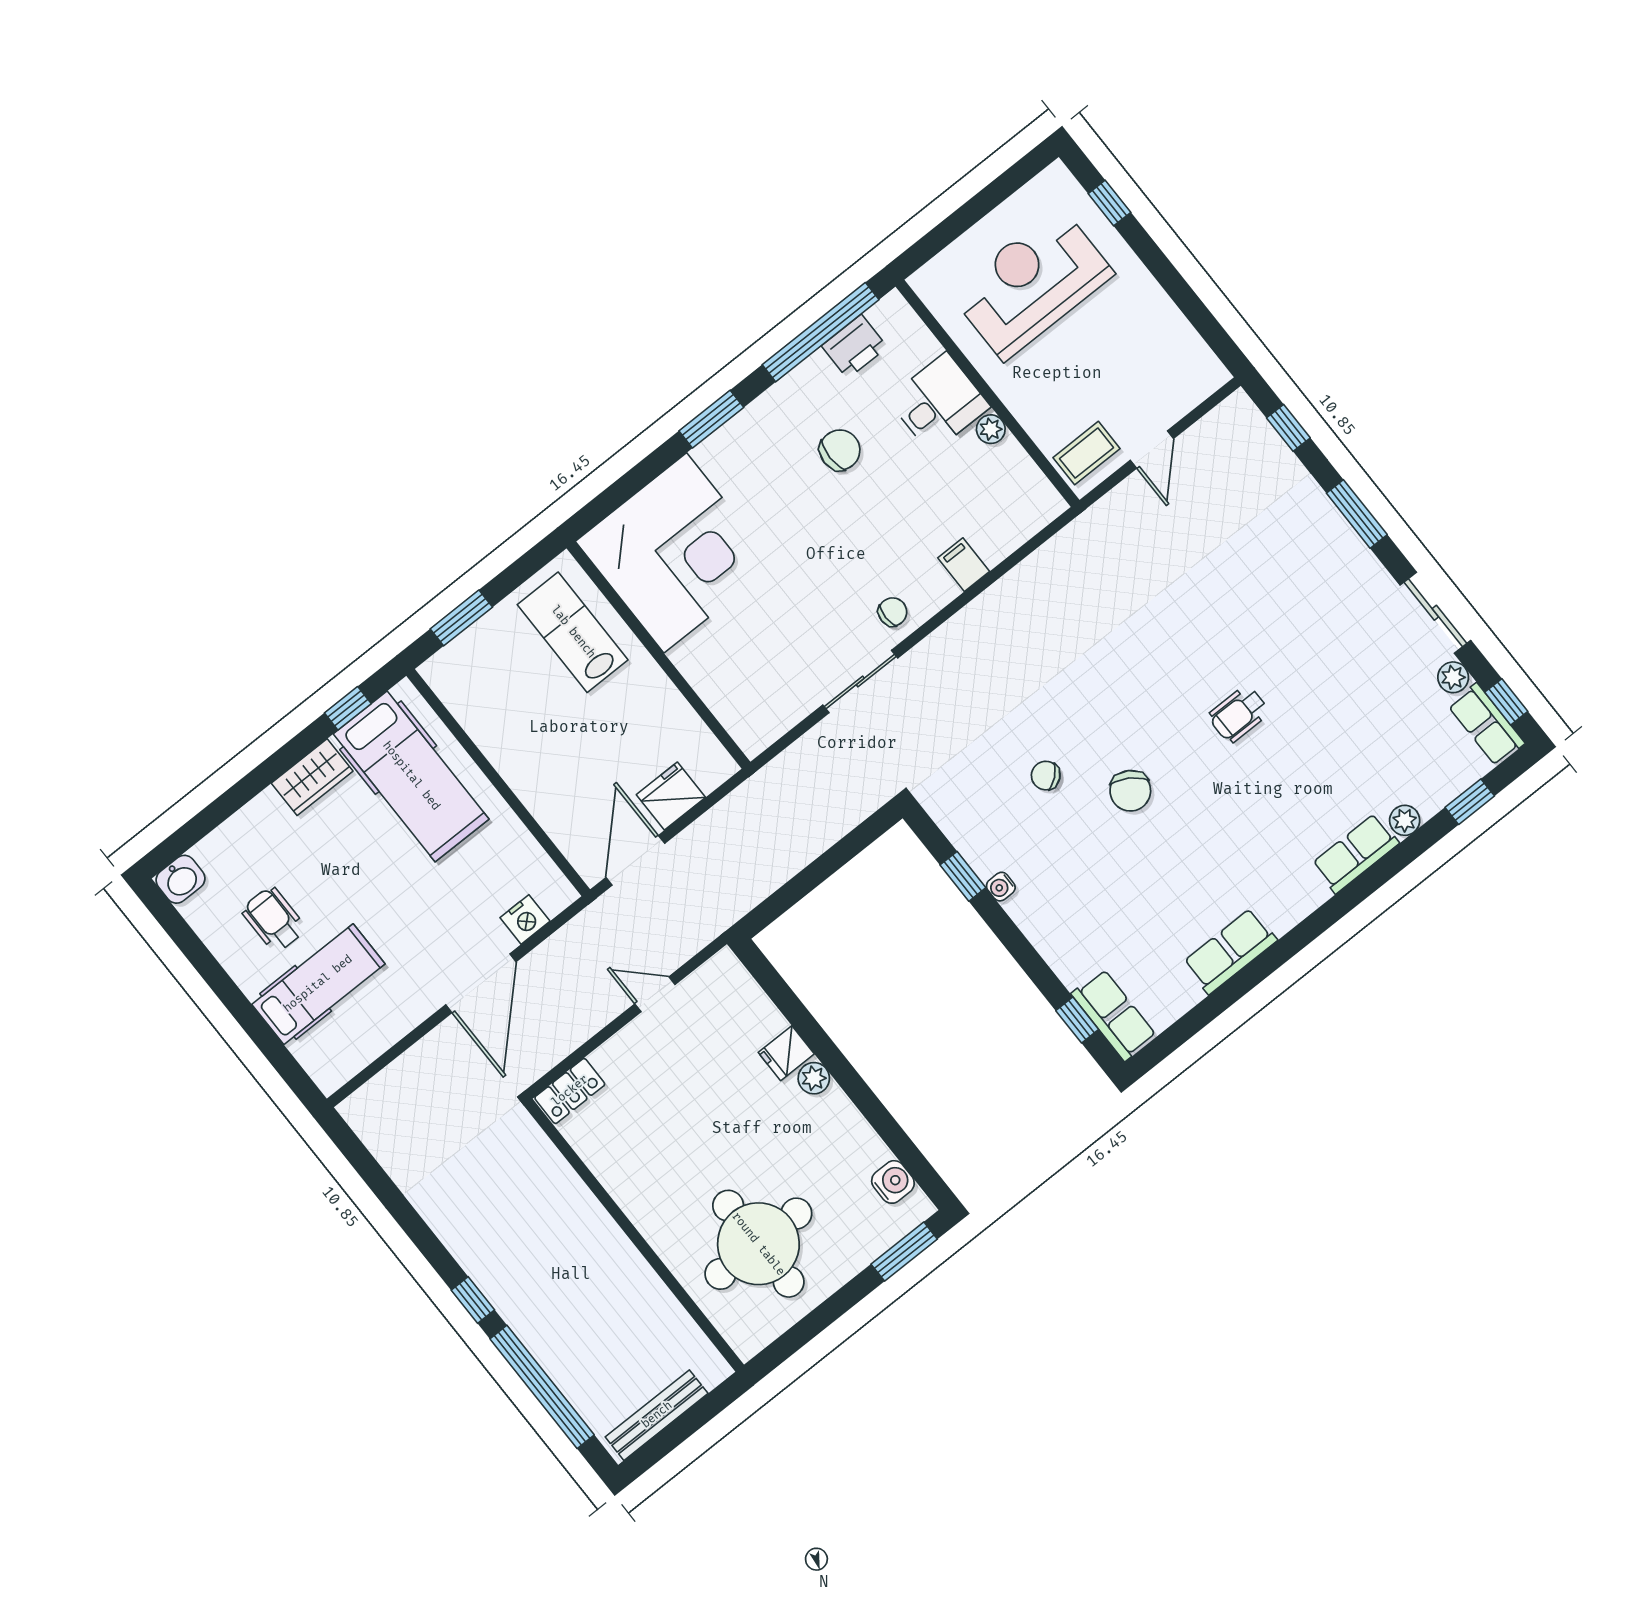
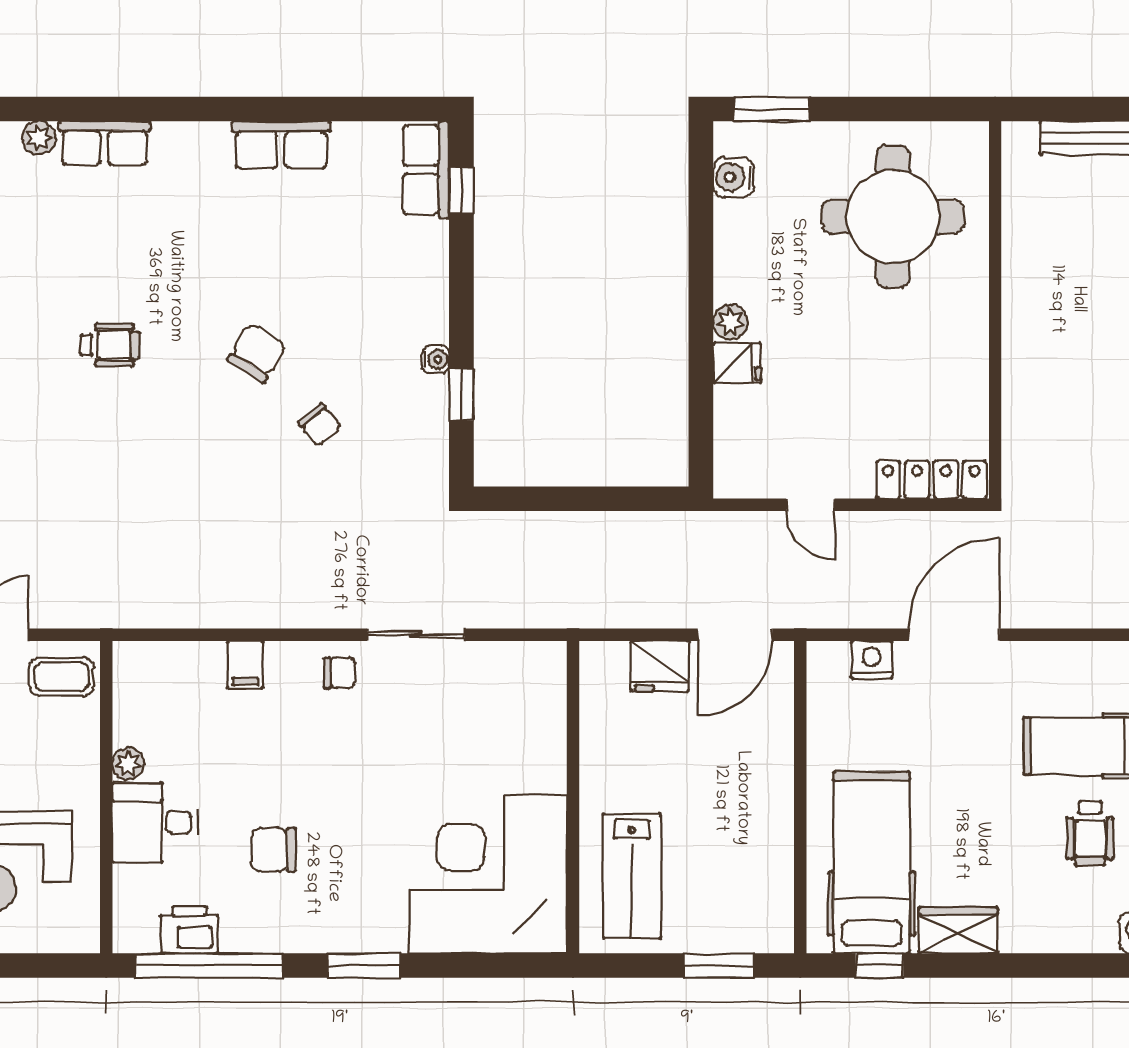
chair: (893, 612) -> (340, 673), turned 180
locker: (570, 1091) -> (931, 480), width x1.53

